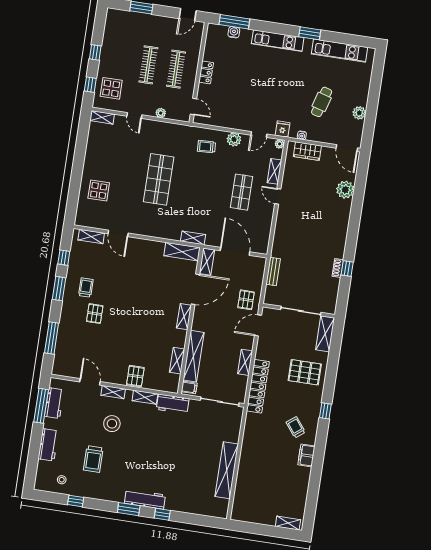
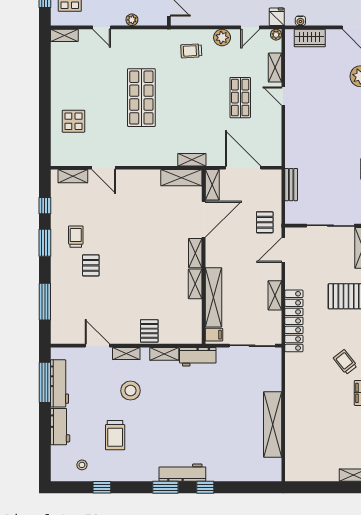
shelving: (177, 361) -> (195, 284), moved
workbench: (54, 403) -> (60, 383), width x1.38

